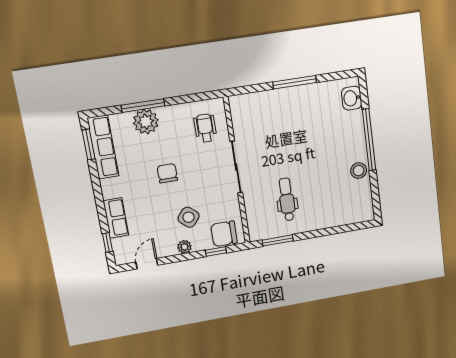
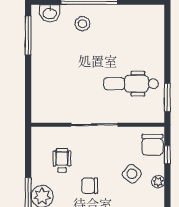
window: (295, 82) -> (28, 35), moved
wheelchair: (205, 128) -> (62, 160), moved, turned 90
stool: (359, 171) -> (82, 24), moved
dental chair: (287, 199) -> (131, 84), width x1.36, depth x1.38

